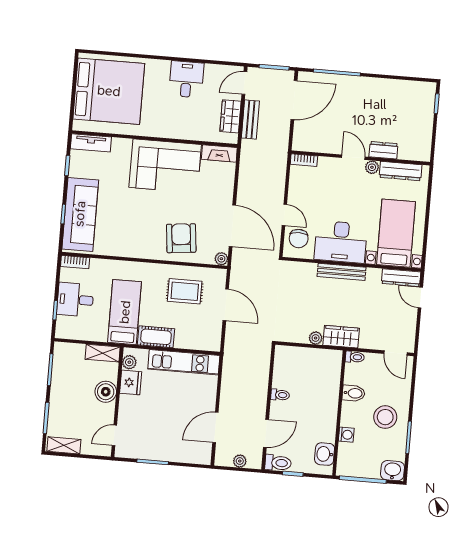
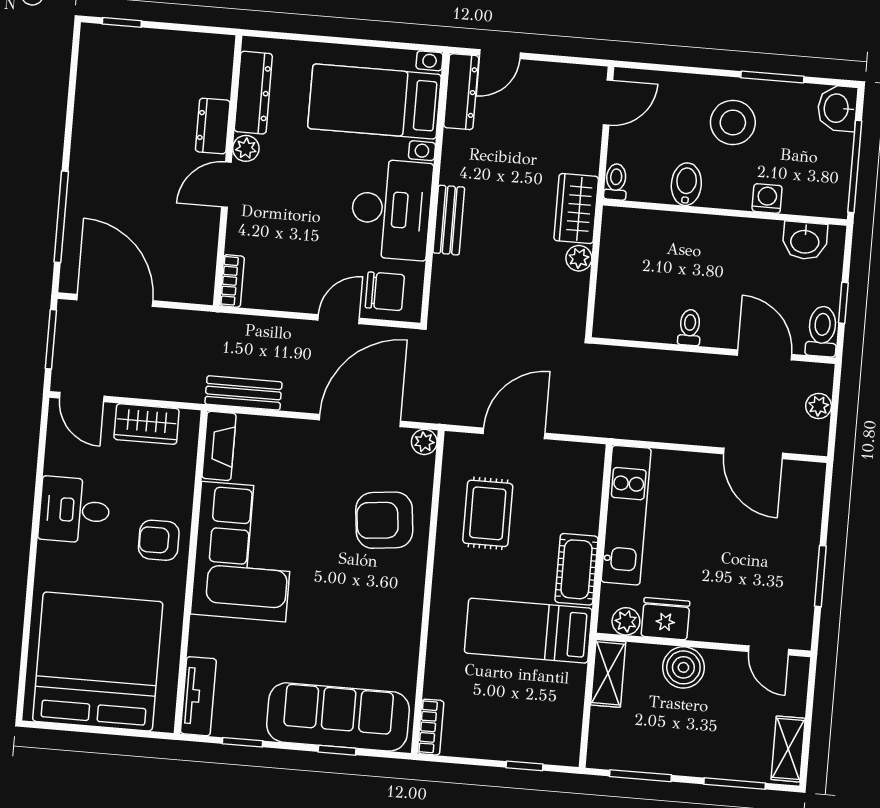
bench: (250, 119) -> (243, 393), moved
armchair: (171, 123) -> (159, 540), added
bench: (342, 272) -> (449, 220), width x0.73
desk: (75, 300) -> (504, 727), removed

